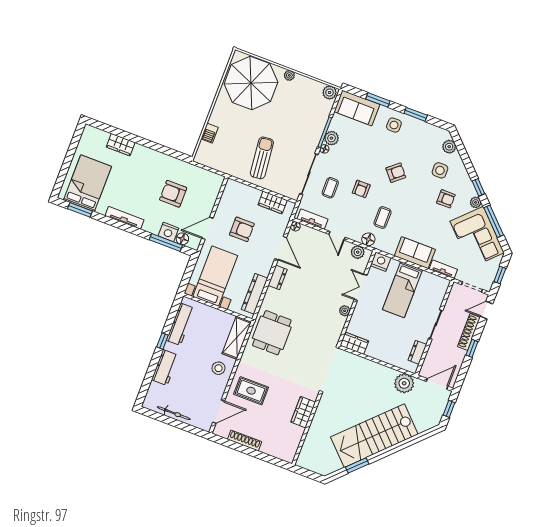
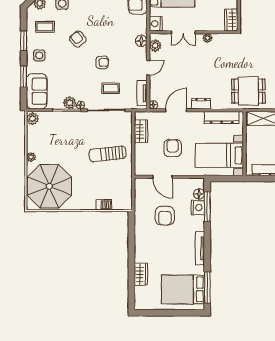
window: (80, 210) -> (207, 287), width x1.44
coffee table: (383, 217) -> (45, 27), moved
door: (207, 228) -> (163, 177), moved

